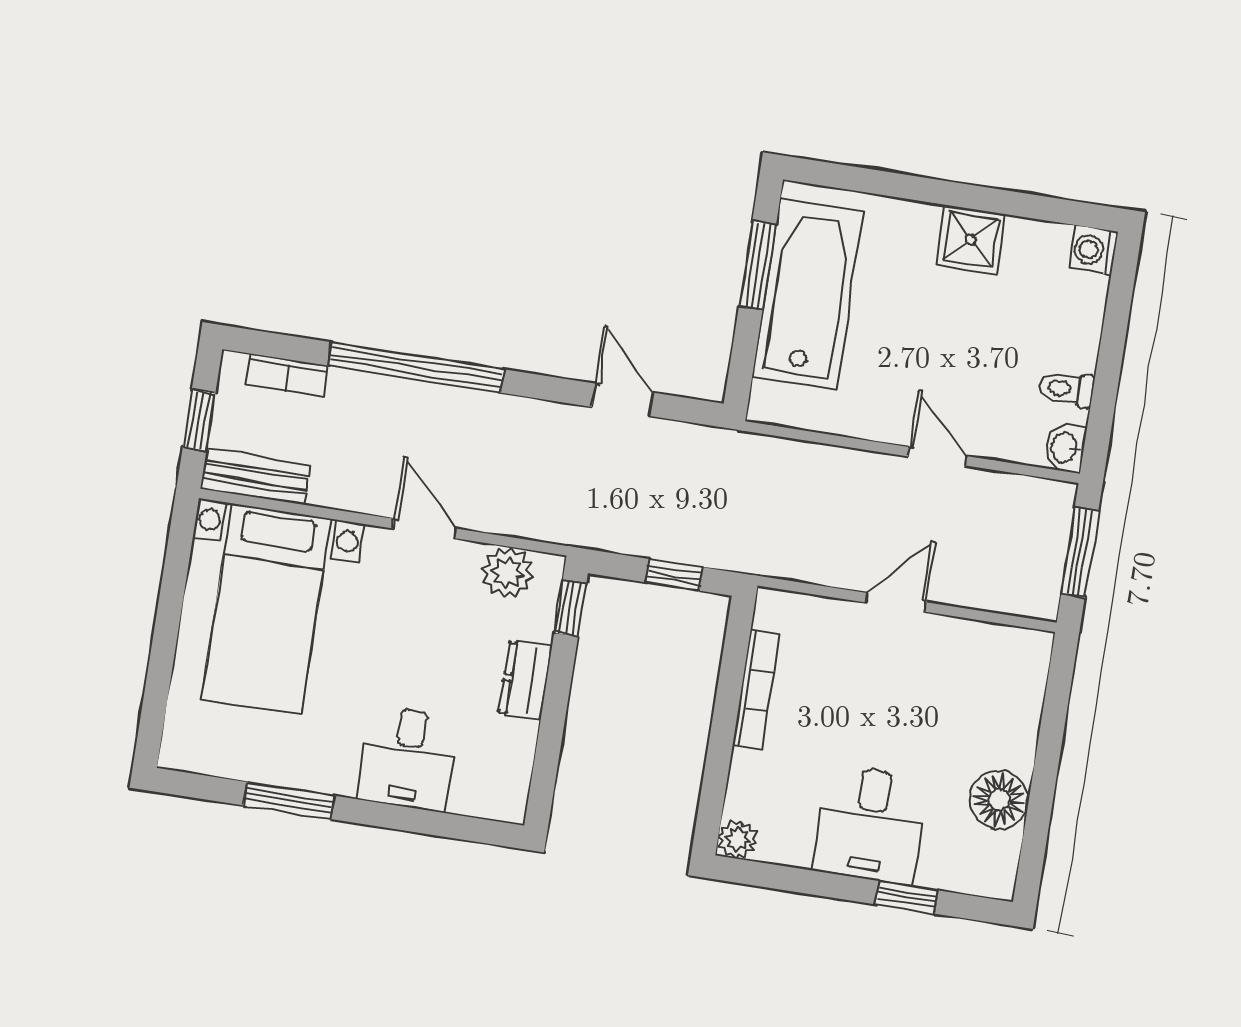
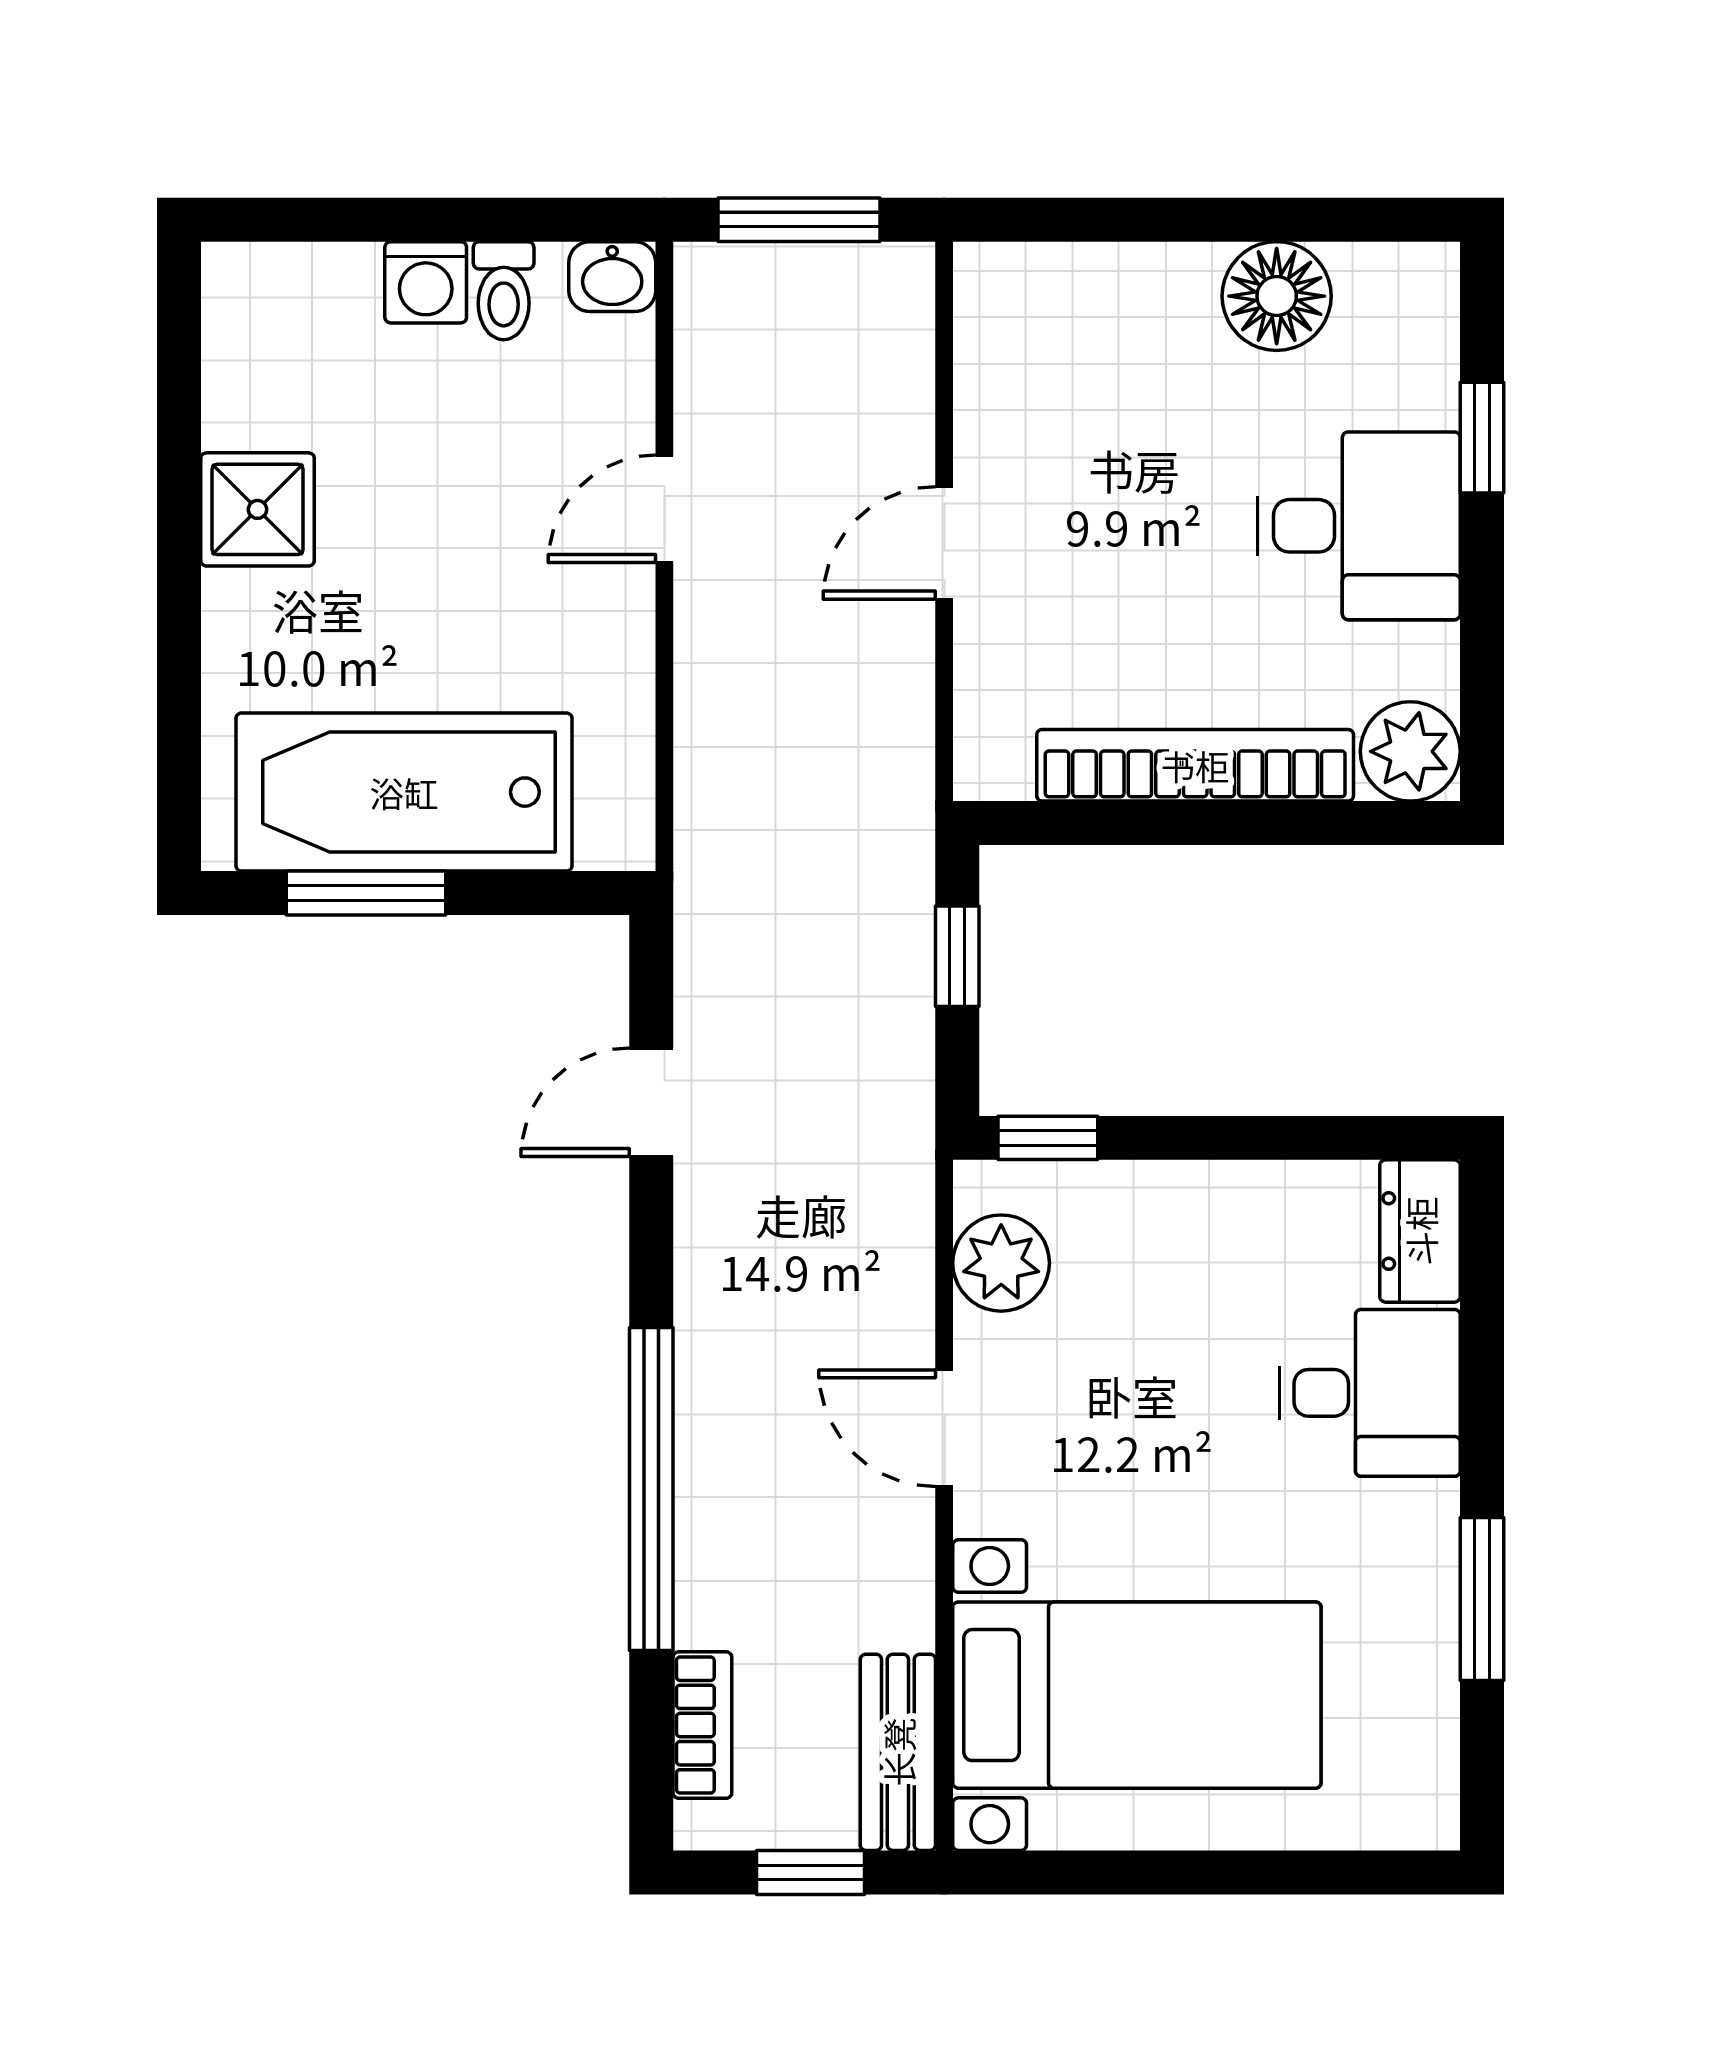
washing machine: (1093, 250) -> (426, 282), moved
door: (424, 529) -> (944, 1428), hinge flipped
door: (896, 602) -> (944, 543), hinge flipped
dresser: (525, 680) -> (1420, 1231), moved, turned 90
bookcase: (756, 689) -> (1195, 765), width x1.48, depth x1.31
plant: (737, 839) -> (1410, 751), width x1.38, depth x1.38

